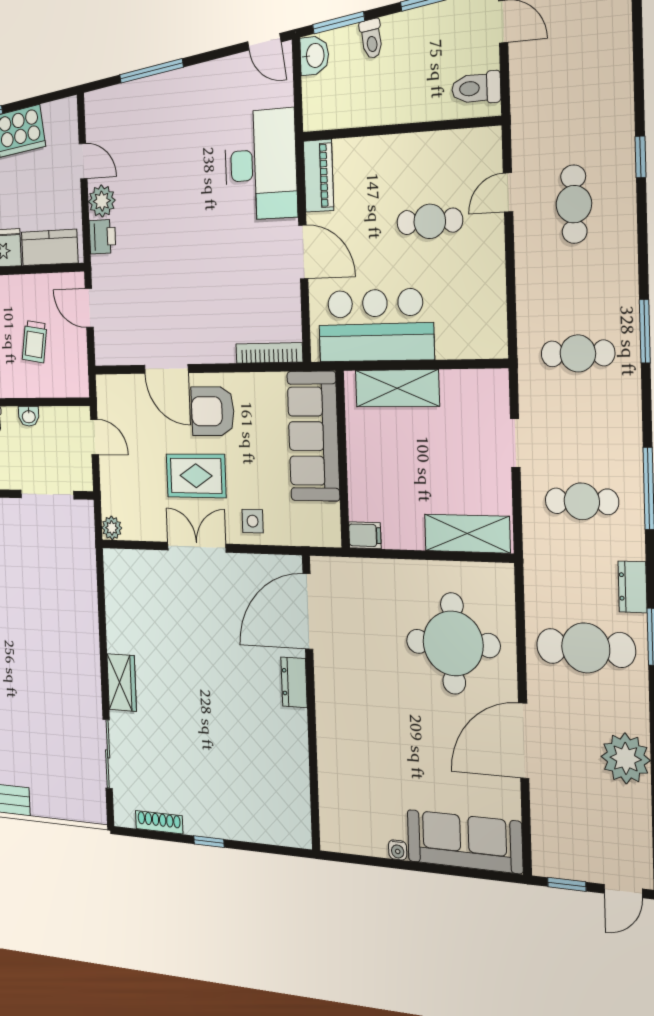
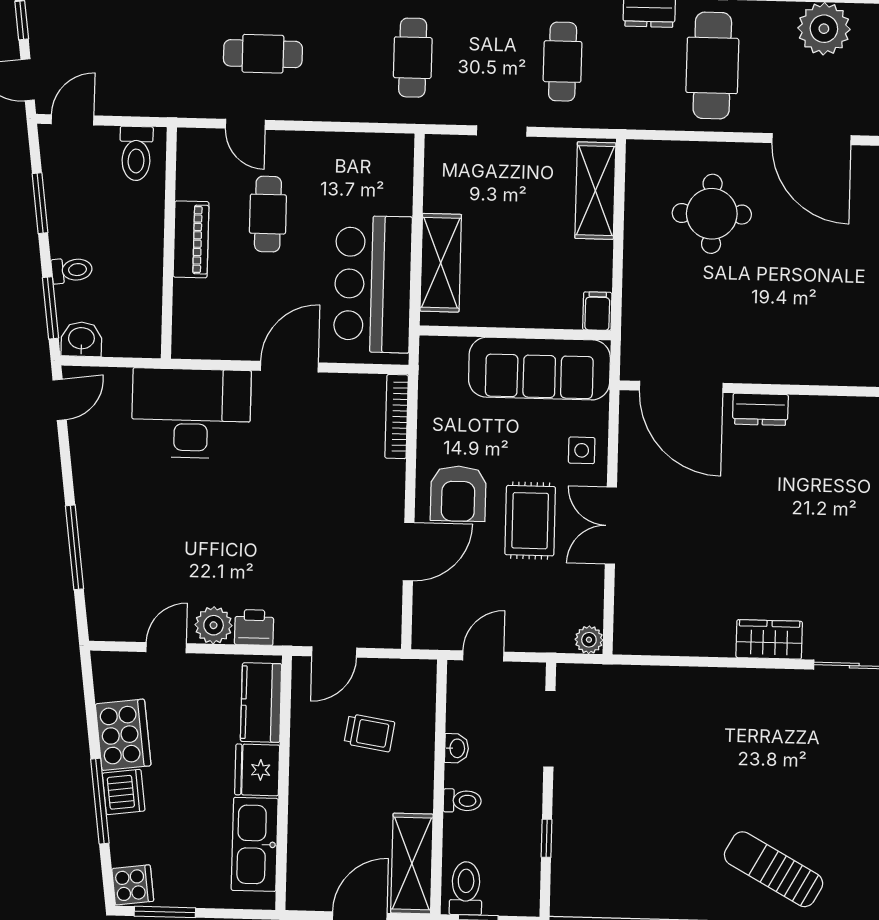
piano: (319, 176) -> (191, 239), moved, turned 90
sofa: (313, 436) -> (539, 369), moved
round table: (453, 643) -> (712, 214), width x0.73, depth x0.73

